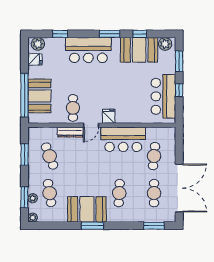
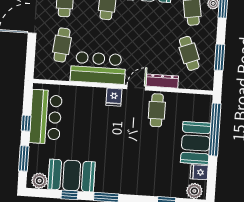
bar counter: (88, 50) -> (133, 179), removed
booth: (39, 96) -> (196, 143), moved

